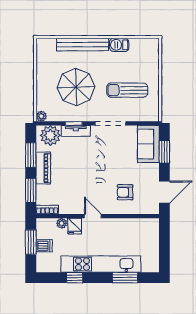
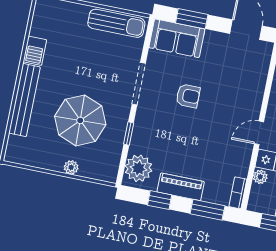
sun lounger: (127, 90) -> (116, 23), moved, turned -90
plant: (41, 116) -> (71, 167), moved
tv unit: (76, 131) -> (139, 133), removed
window: (31, 155) -> (160, 200), width x0.67
armchair: (125, 192) -> (188, 96), moved, turned -90

